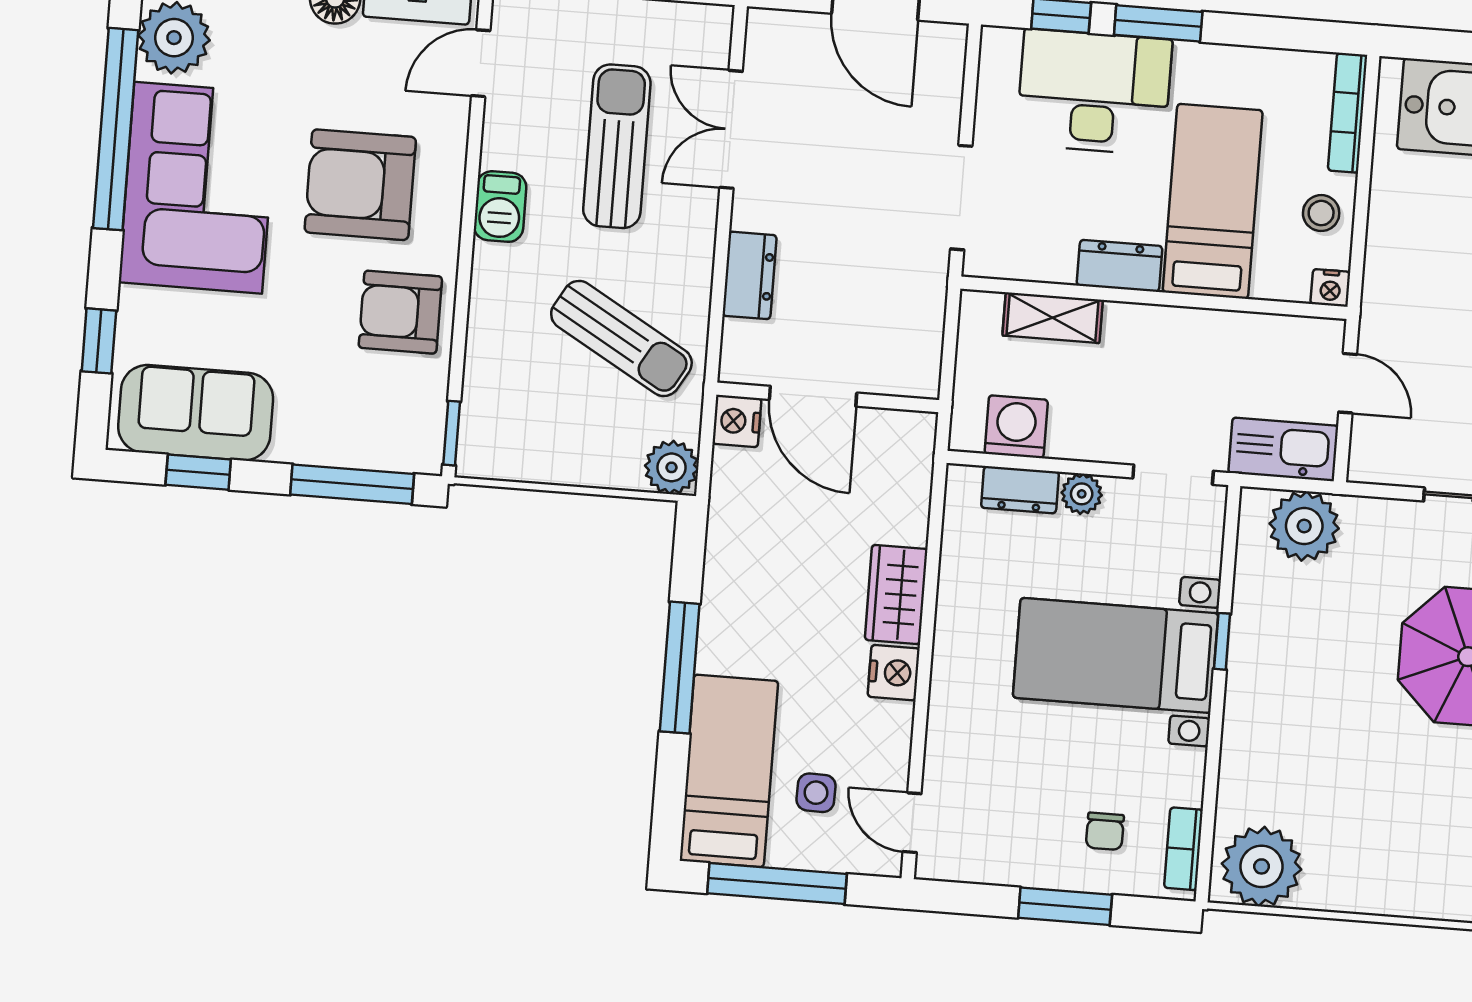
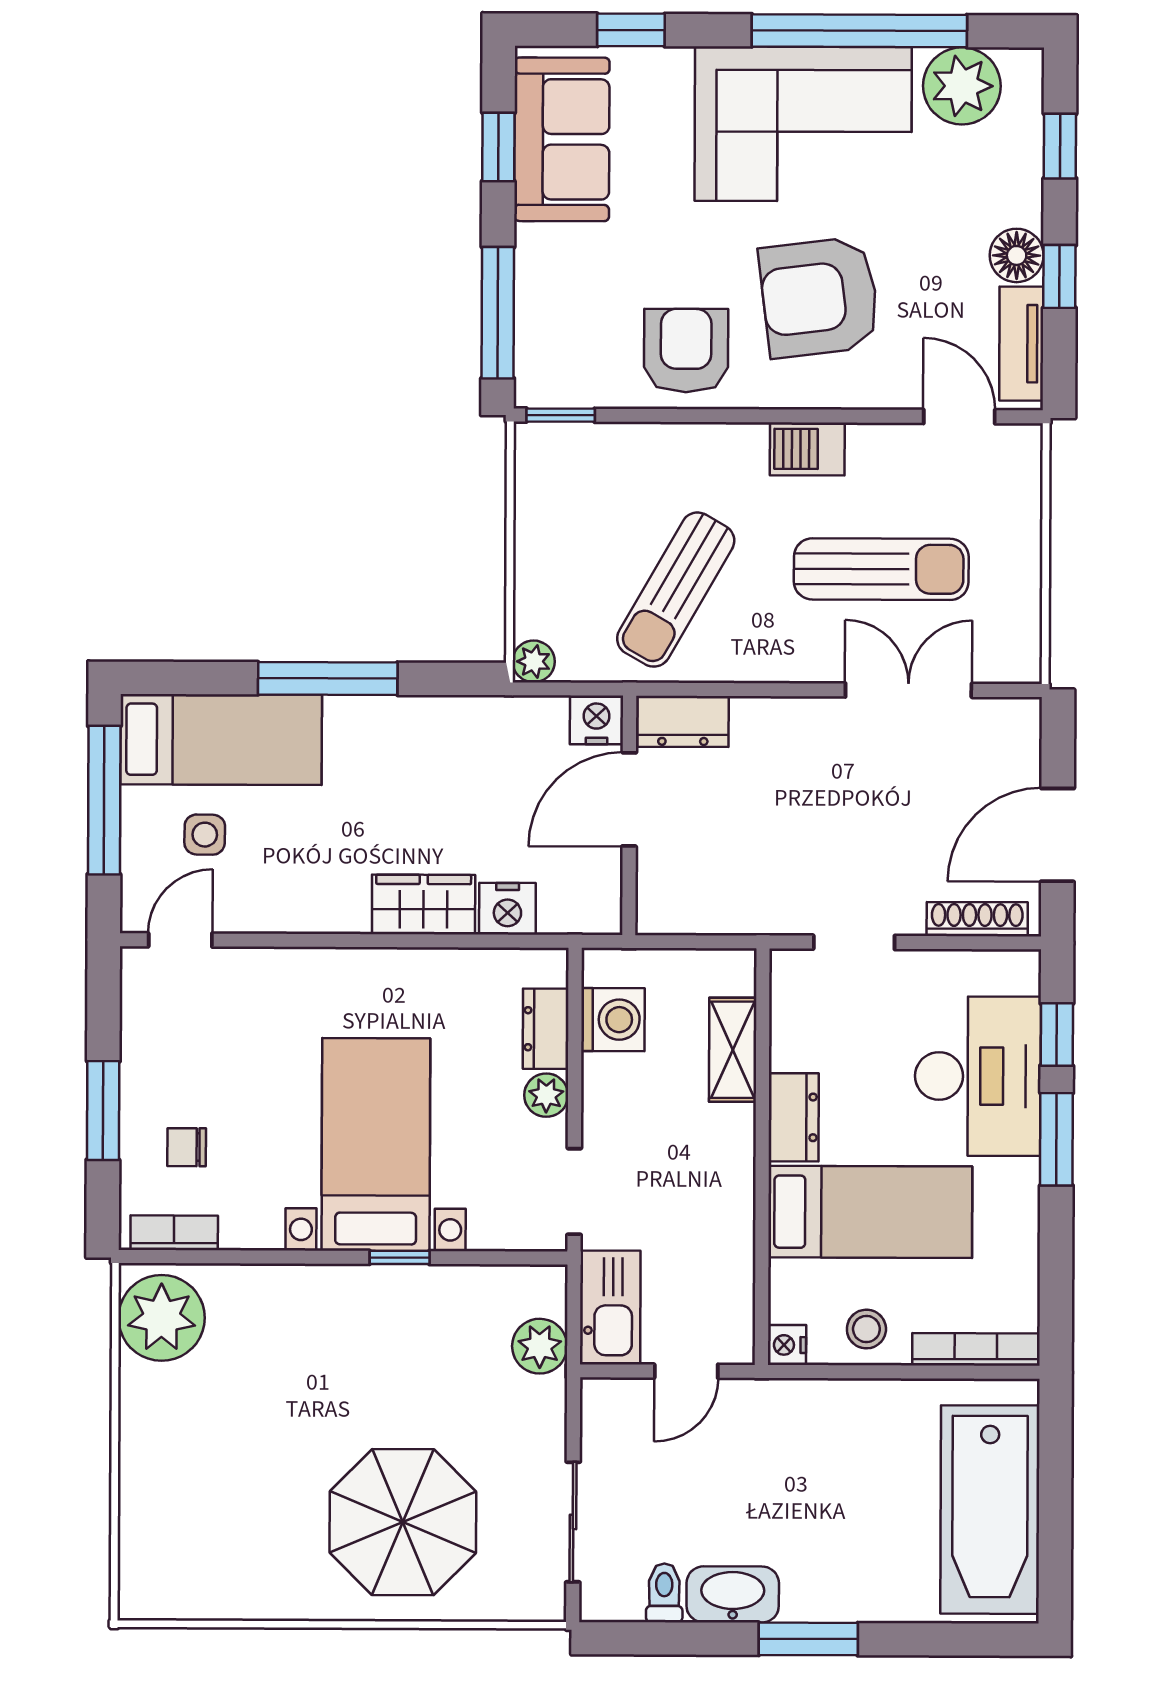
shoe rack: (948, 82) -> (977, 919), added
armchair: (360, 185) -> (819, 297), turned -97
doorway: (961, 198) -> (854, 942), width x0.73
dresser: (750, 275) -> (683, 721), moved
plant: (672, 467) -> (534, 661), width x0.73, depth x0.73
plant: (1304, 526) -> (540, 1346), width x0.73, depth x0.73
nightstand: (894, 673) -> (507, 909), moved

